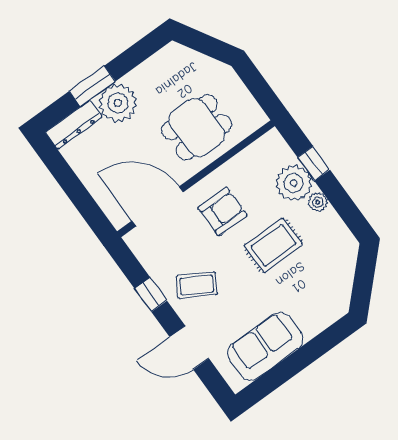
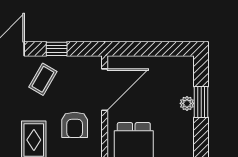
plant: (118, 103) -> (187, 103), width x0.53, depth x0.53
dresser: (74, 125) -> (187, 75), removed

